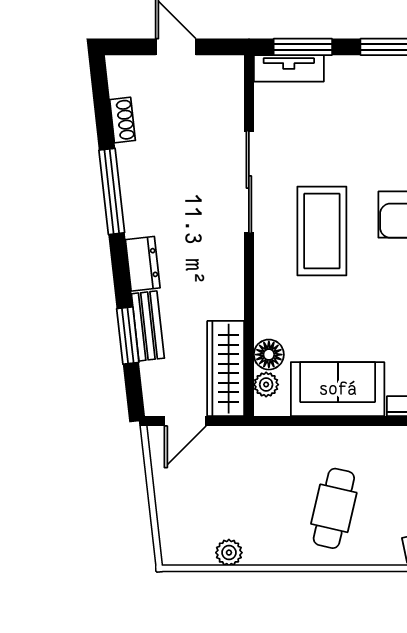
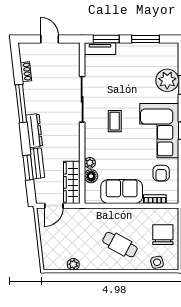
coffee table: (322, 231) -> (115, 121), width x0.54, depth x0.58
dresser: (143, 264) -> (34, 131), width x1.44
plant: (266, 385) -> (90, 163), moved
cafe table: (334, 508) -> (120, 245), turned -75

